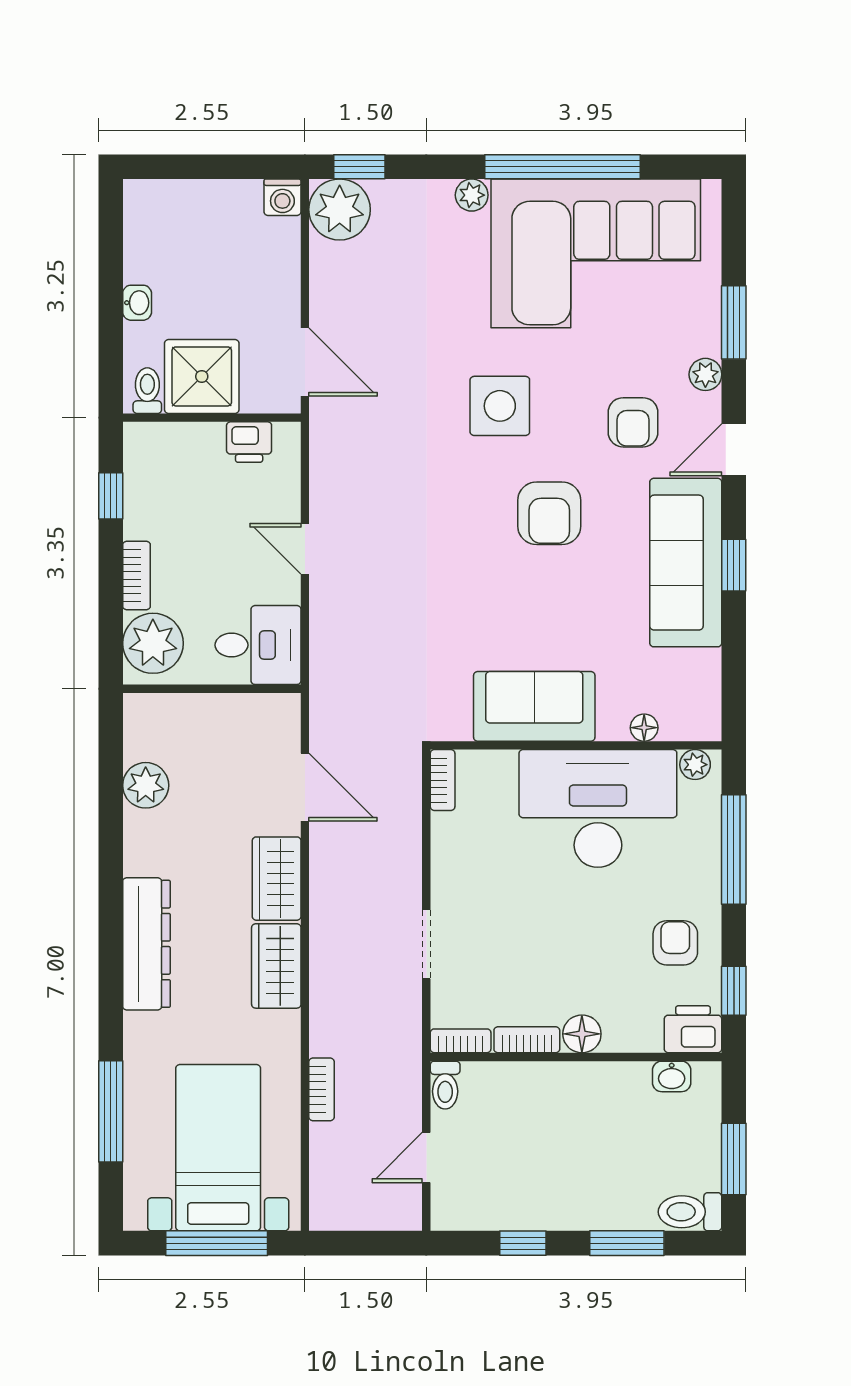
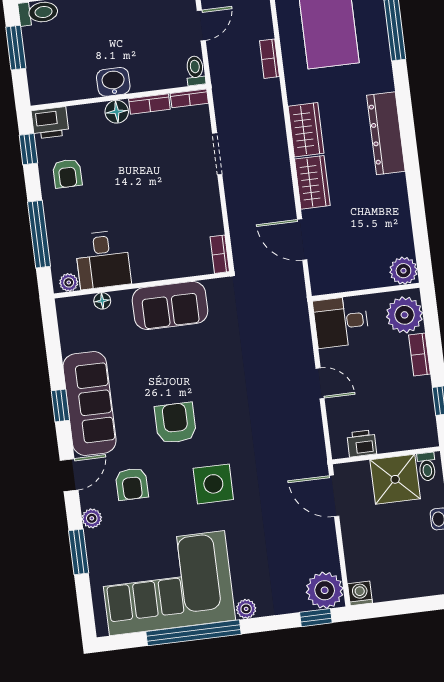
armchair: (633, 422) -> (132, 484), turned 180
plant: (146, 785) -> (403, 271), moved
desk: (598, 808) -> (103, 260), width x0.53, depth x0.77
washbasin: (672, 1076) -> (113, 82), moved, width x1.38, depth x1.45

